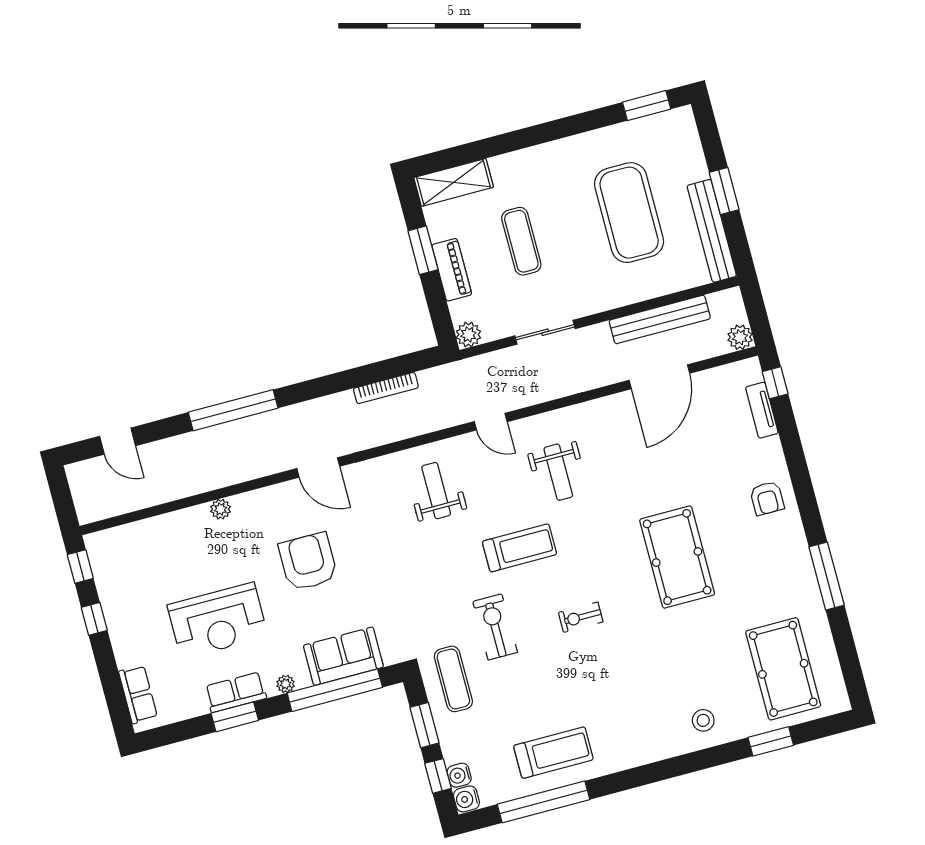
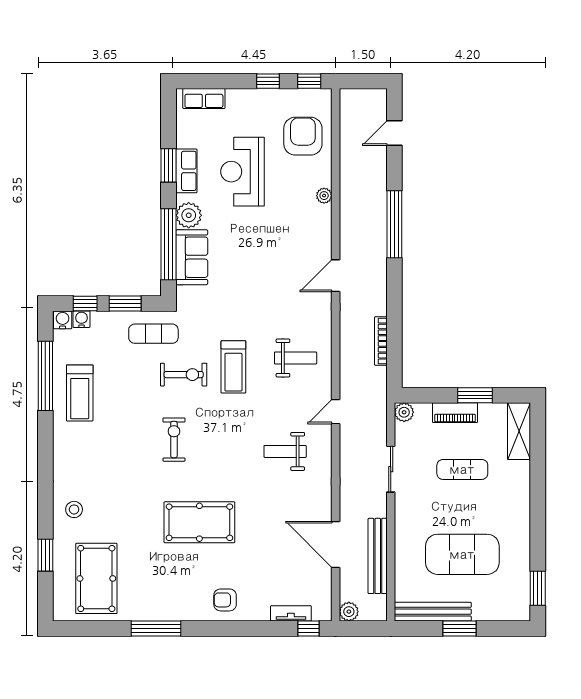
treadmill: (519, 548) -> (233, 367), moved
armchair: (308, 562) -> (303, 136), moved, turned -90
exercise bike: (581, 617) -> (174, 440), width x1.38, depth x1.39
pool table: (783, 669) -> (96, 578), turned 90
plant: (286, 684) -> (189, 215), width x1.87, depth x1.87

